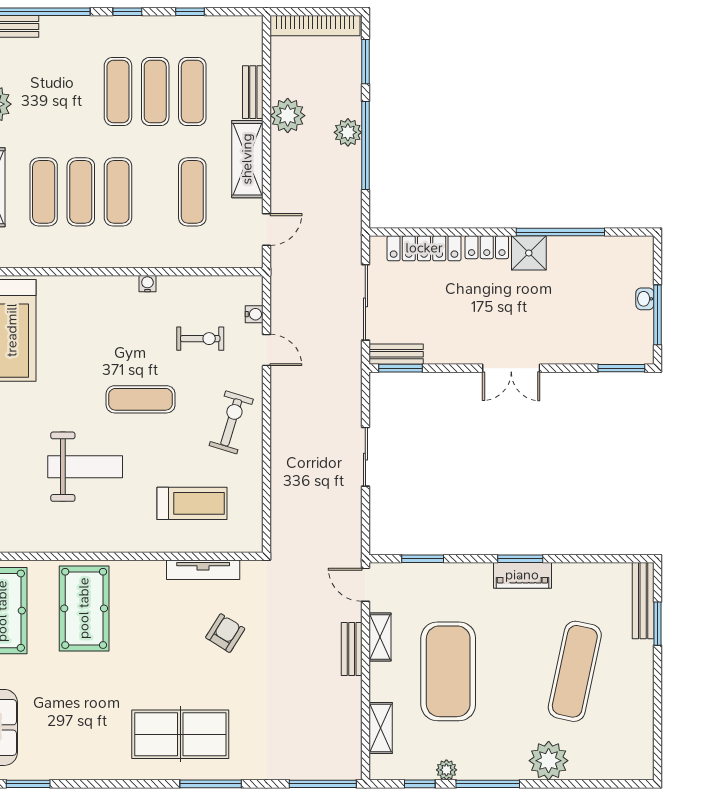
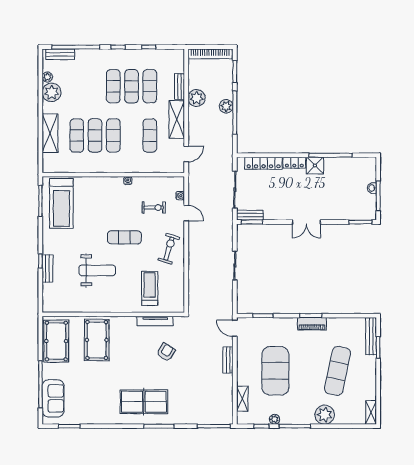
treadmill: (192, 503) -> (150, 288), turned -90
shelving: (380, 637) -> (371, 412), moved

